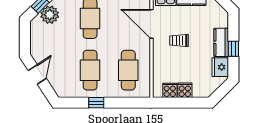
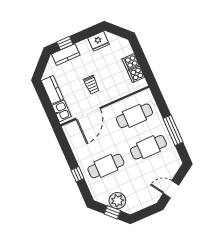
kitchen counter: (221, 42) -> (66, 55), moved
window: (233, 49) -> (65, 43), moved
window: (96, 103) -> (173, 130), width x2.17

